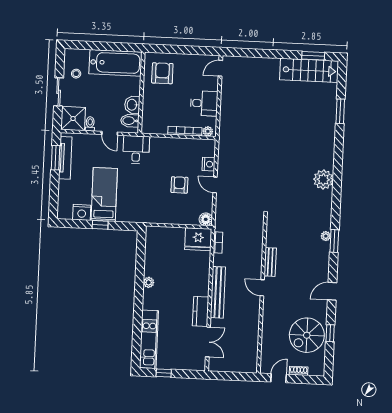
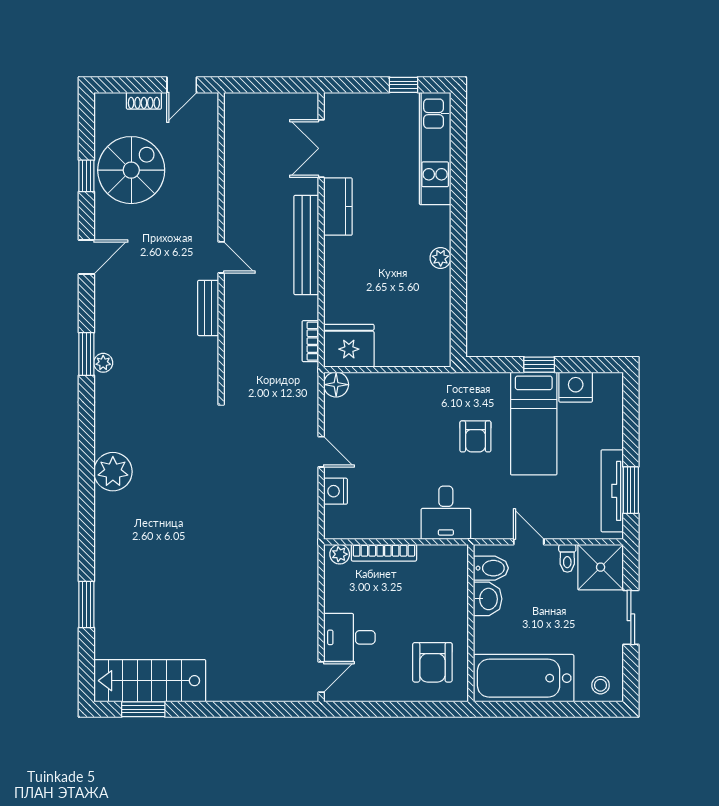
stool: (76, 74) -> (601, 685), moved
desk: (204, 103) -> (349, 637), moved
desk: (136, 150) -> (446, 513), moved
armchair: (179, 185) -> (475, 436), moved

